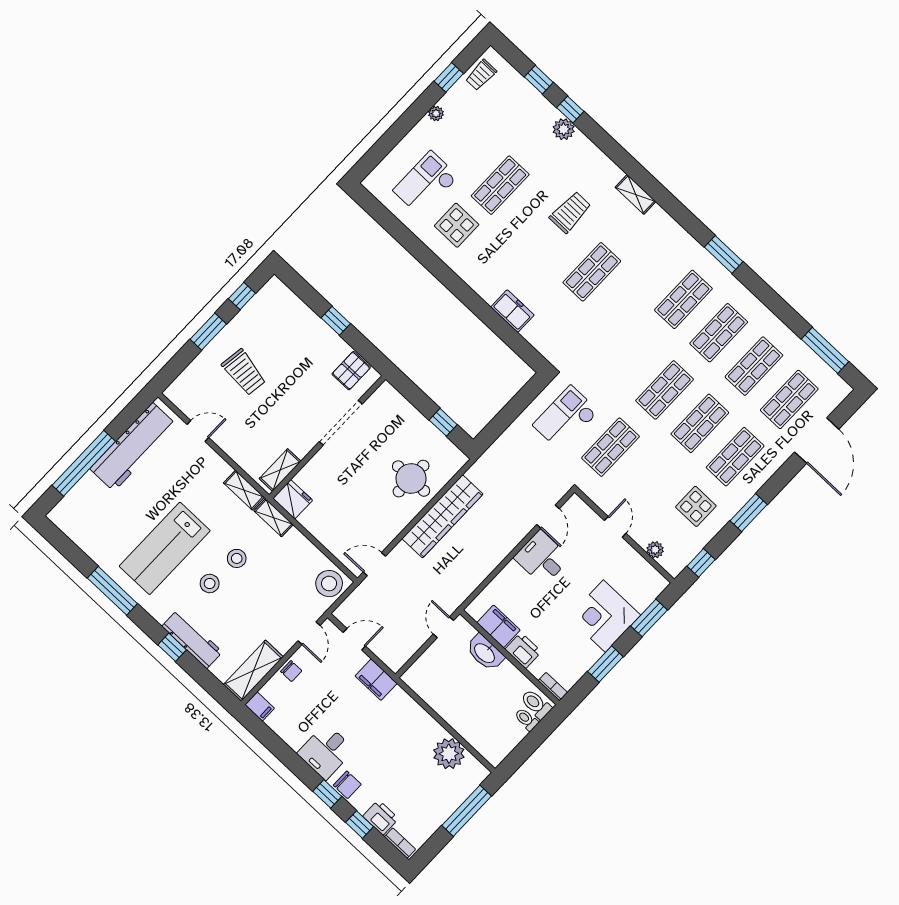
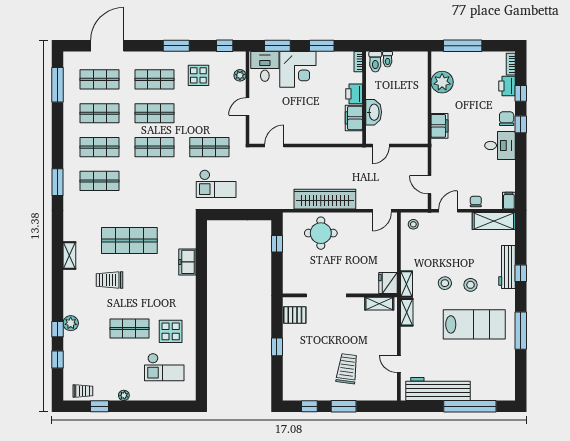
shop shelf: (592, 272) -> (129, 241), width x1.43, depth x1.36
desk: (542, 558) -> (265, 66), moved, turned 180
door: (374, 564) -> (382, 211), hinge flipped
stool: (329, 584) -> (413, 224), width x0.53, depth x0.53
filing cabinet: (376, 680) -> (439, 126), moved

